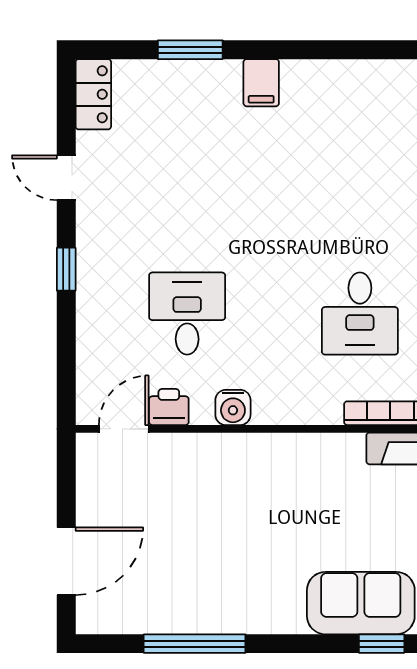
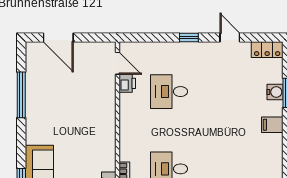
door: (66, 178) -> (230, 37), hinge flipped
desk: (187, 314) -> (169, 92), turned 180
water cooler: (233, 407) -> (275, 92), moved, turned 180

